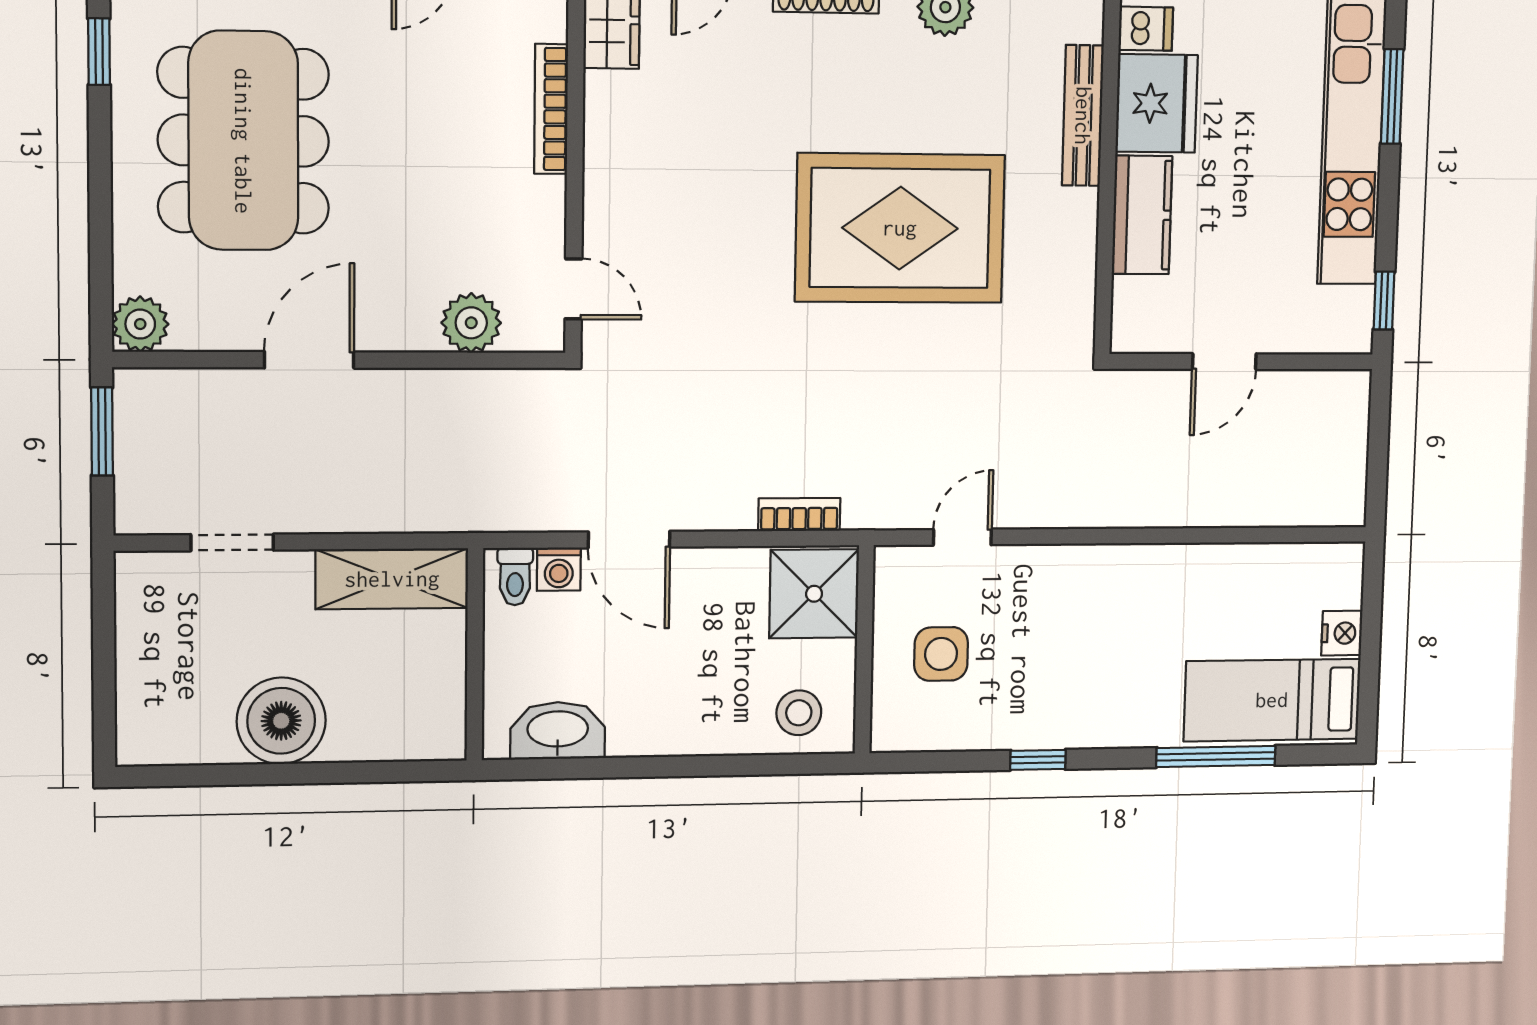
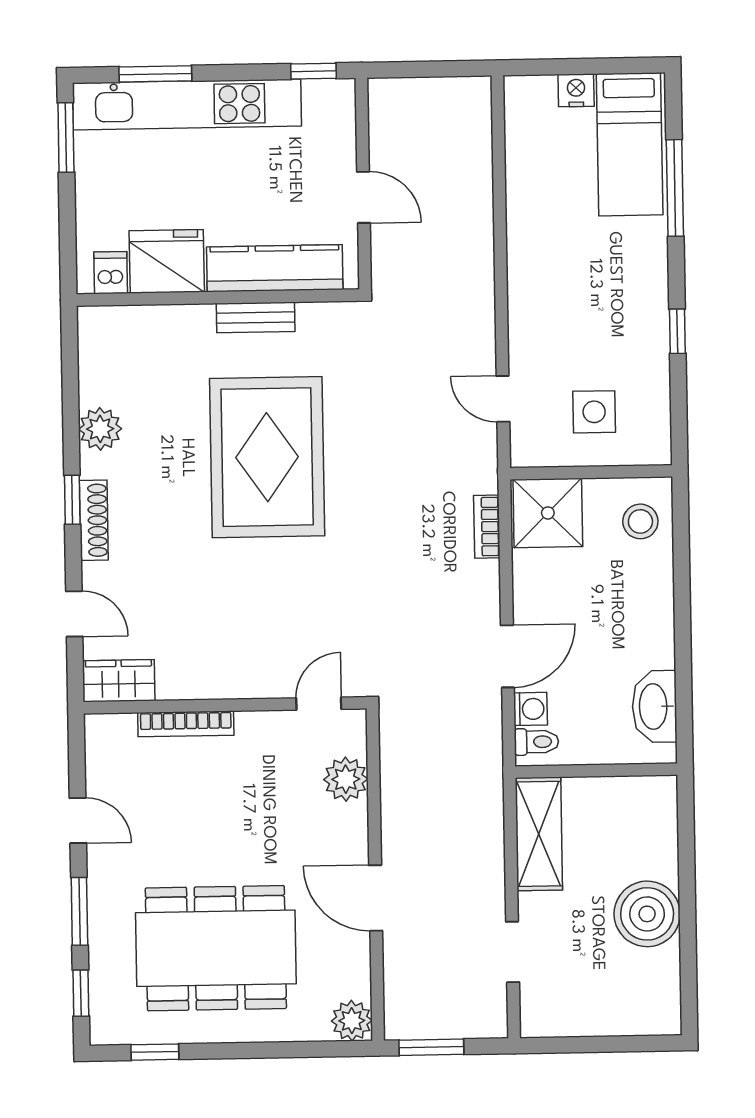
bench: (1083, 116) -> (256, 317), moved, width x0.73
kitchen counter: (1142, 215) -> (275, 268), width x1.50

